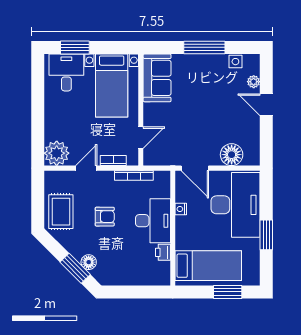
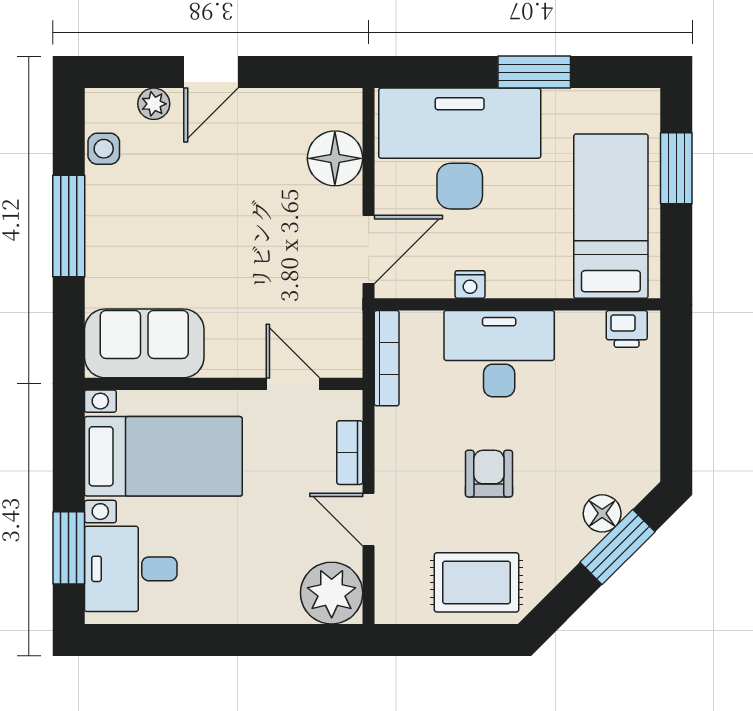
bookcase: (134, 175) -> (387, 358), moved
printer: (163, 252) -> (627, 329), moved

